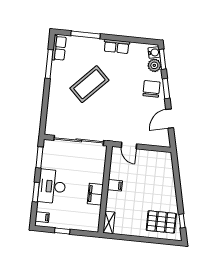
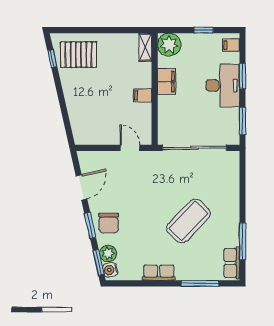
plant: (90, 222) -> (169, 45), added

